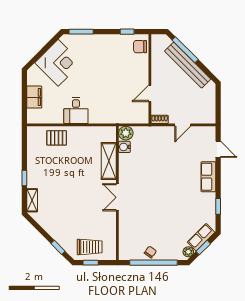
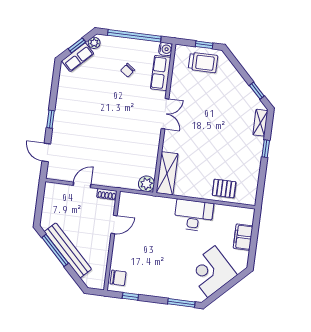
window: (185, 50) -> (55, 250), moved
desk: (76, 111) -> (194, 215), width x1.37
water cooler: (124, 147) -> (166, 49), moved
shelving: (109, 161) -> (167, 173), moved
row of seats: (208, 177) -> (161, 73), moved, turned 180
window: (218, 206) -> (51, 119), moved
window: (58, 247) -> (257, 91), moved
trolley: (90, 247) -> (203, 62), turned 180
chair: (150, 252) -> (128, 70), moved

